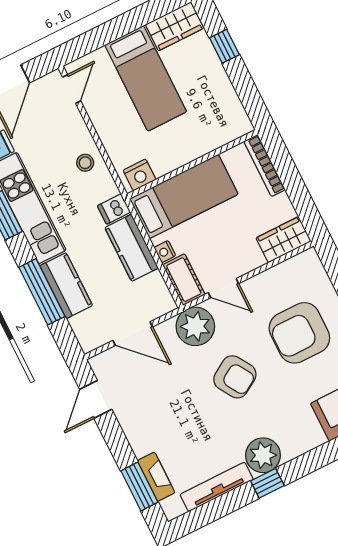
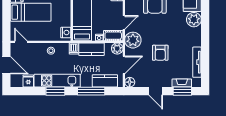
kitchen counter: (66, 286) -> (105, 81), moved
plant: (161, 302) -> (117, 49), added
floor lamp: (102, 365) -> (130, 82), added
armchair: (235, 377) -> (160, 53), moved, turned 122
door: (96, 399) -> (156, 91), moved
plant: (263, 455) -> (194, 20), moved
window: (267, 483) -> (205, 43), removed

